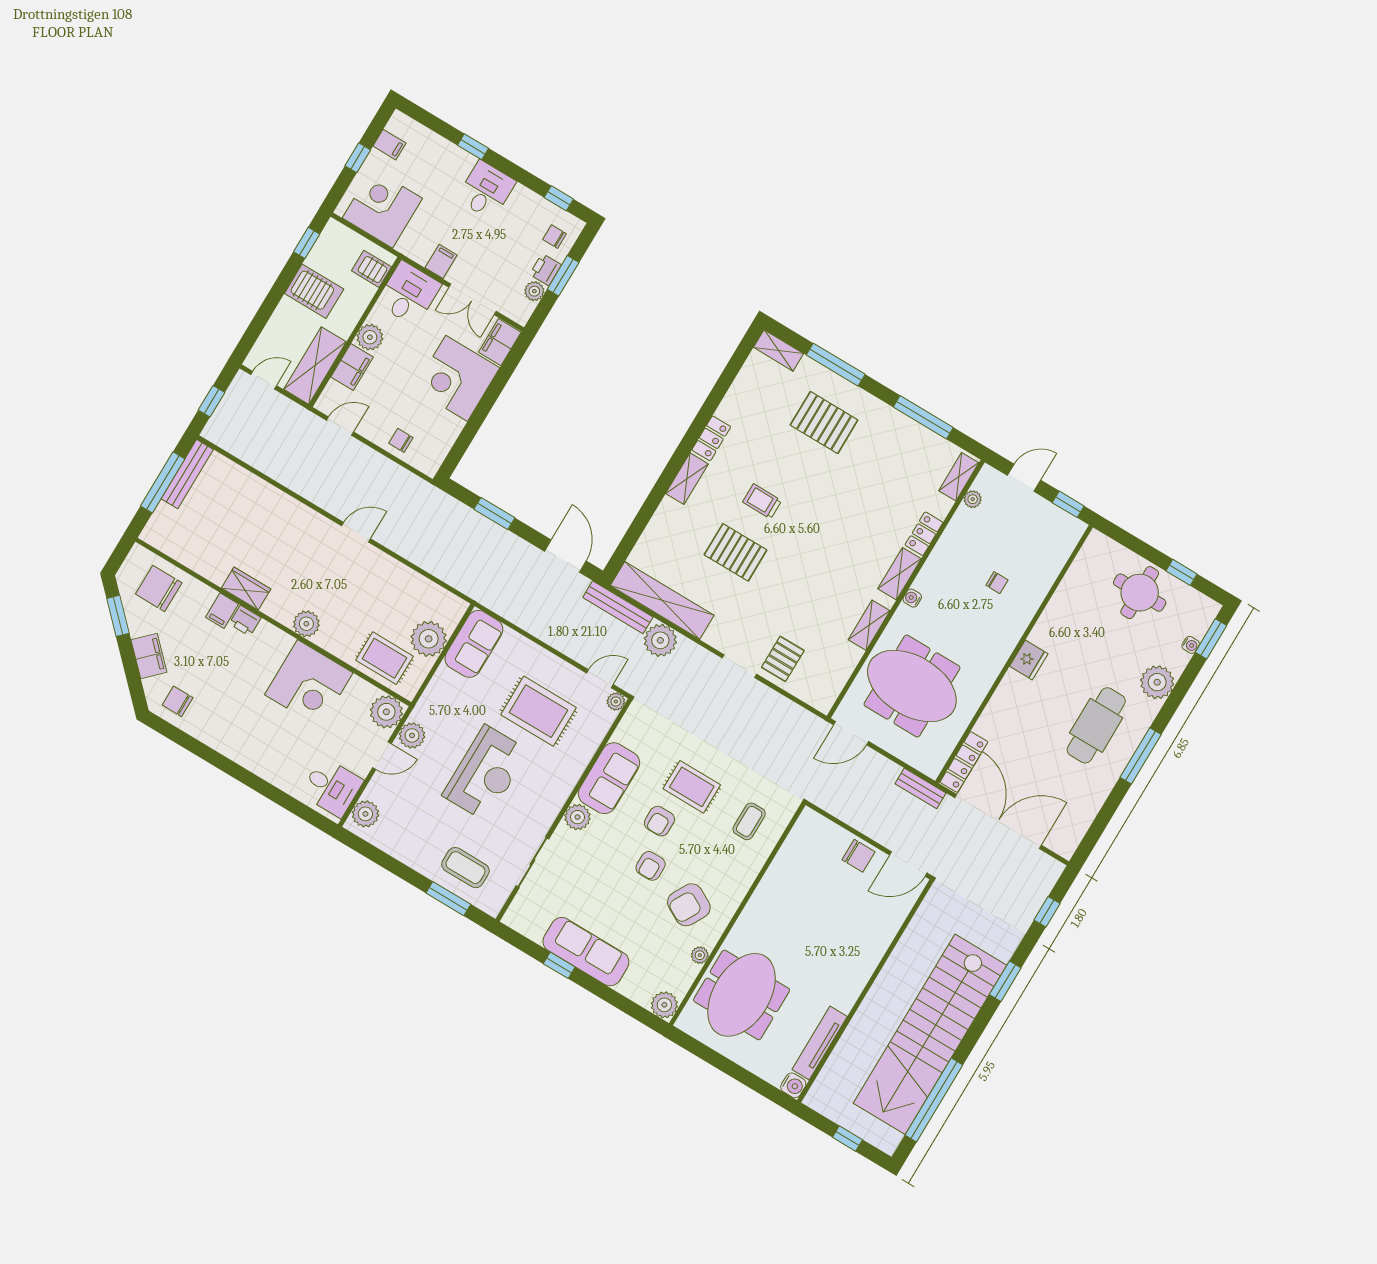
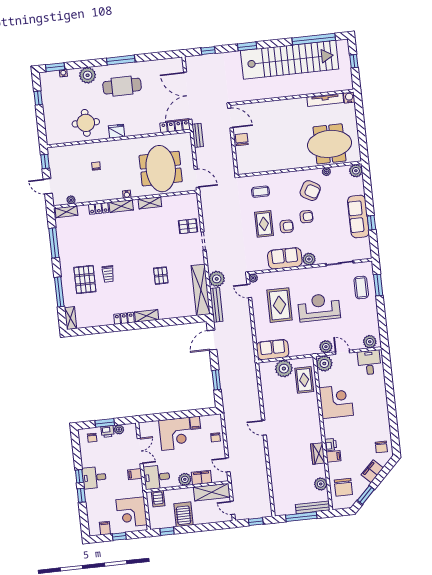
window: (559, 198) -> (79, 476), moved
filing cabinet: (500, 342) -> (195, 423), moved, width x0.50
bench: (187, 474) -> (313, 507), moved
trolley: (762, 501) -> (108, 274), moved
pallet: (736, 552) -> (161, 276), width x0.67, depth x0.71
round table: (1140, 593) -> (86, 123), moved
plant: (306, 624) -> (321, 484), moved

